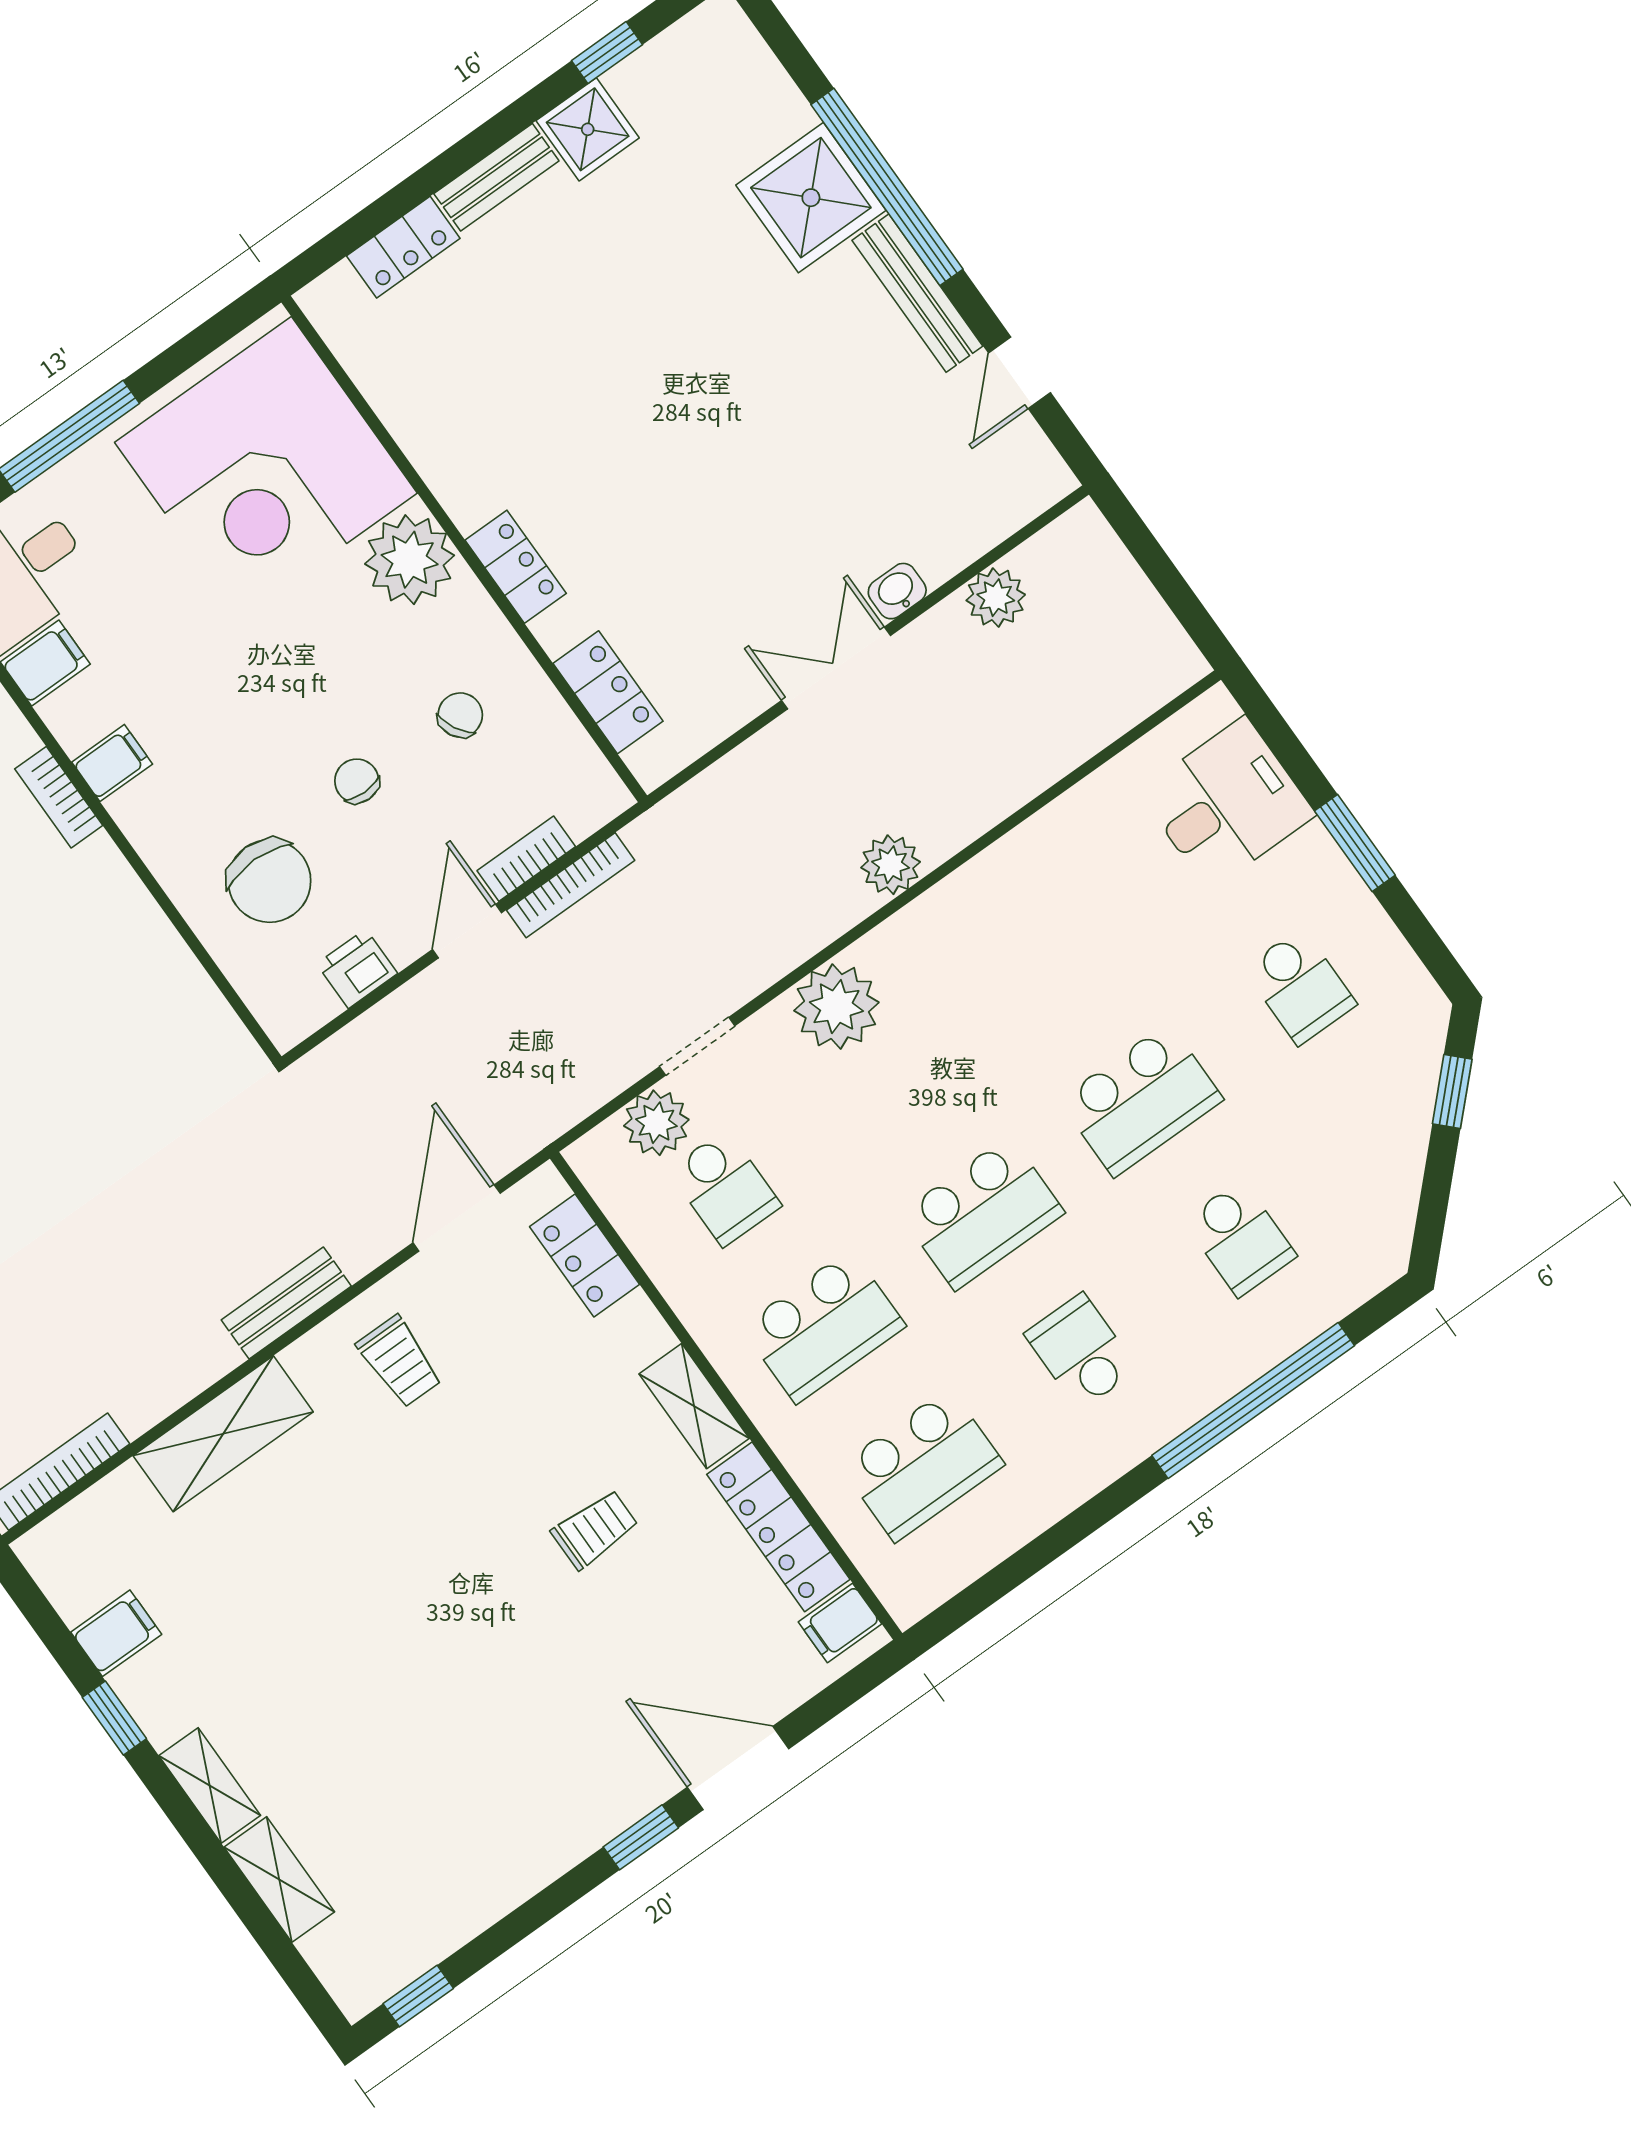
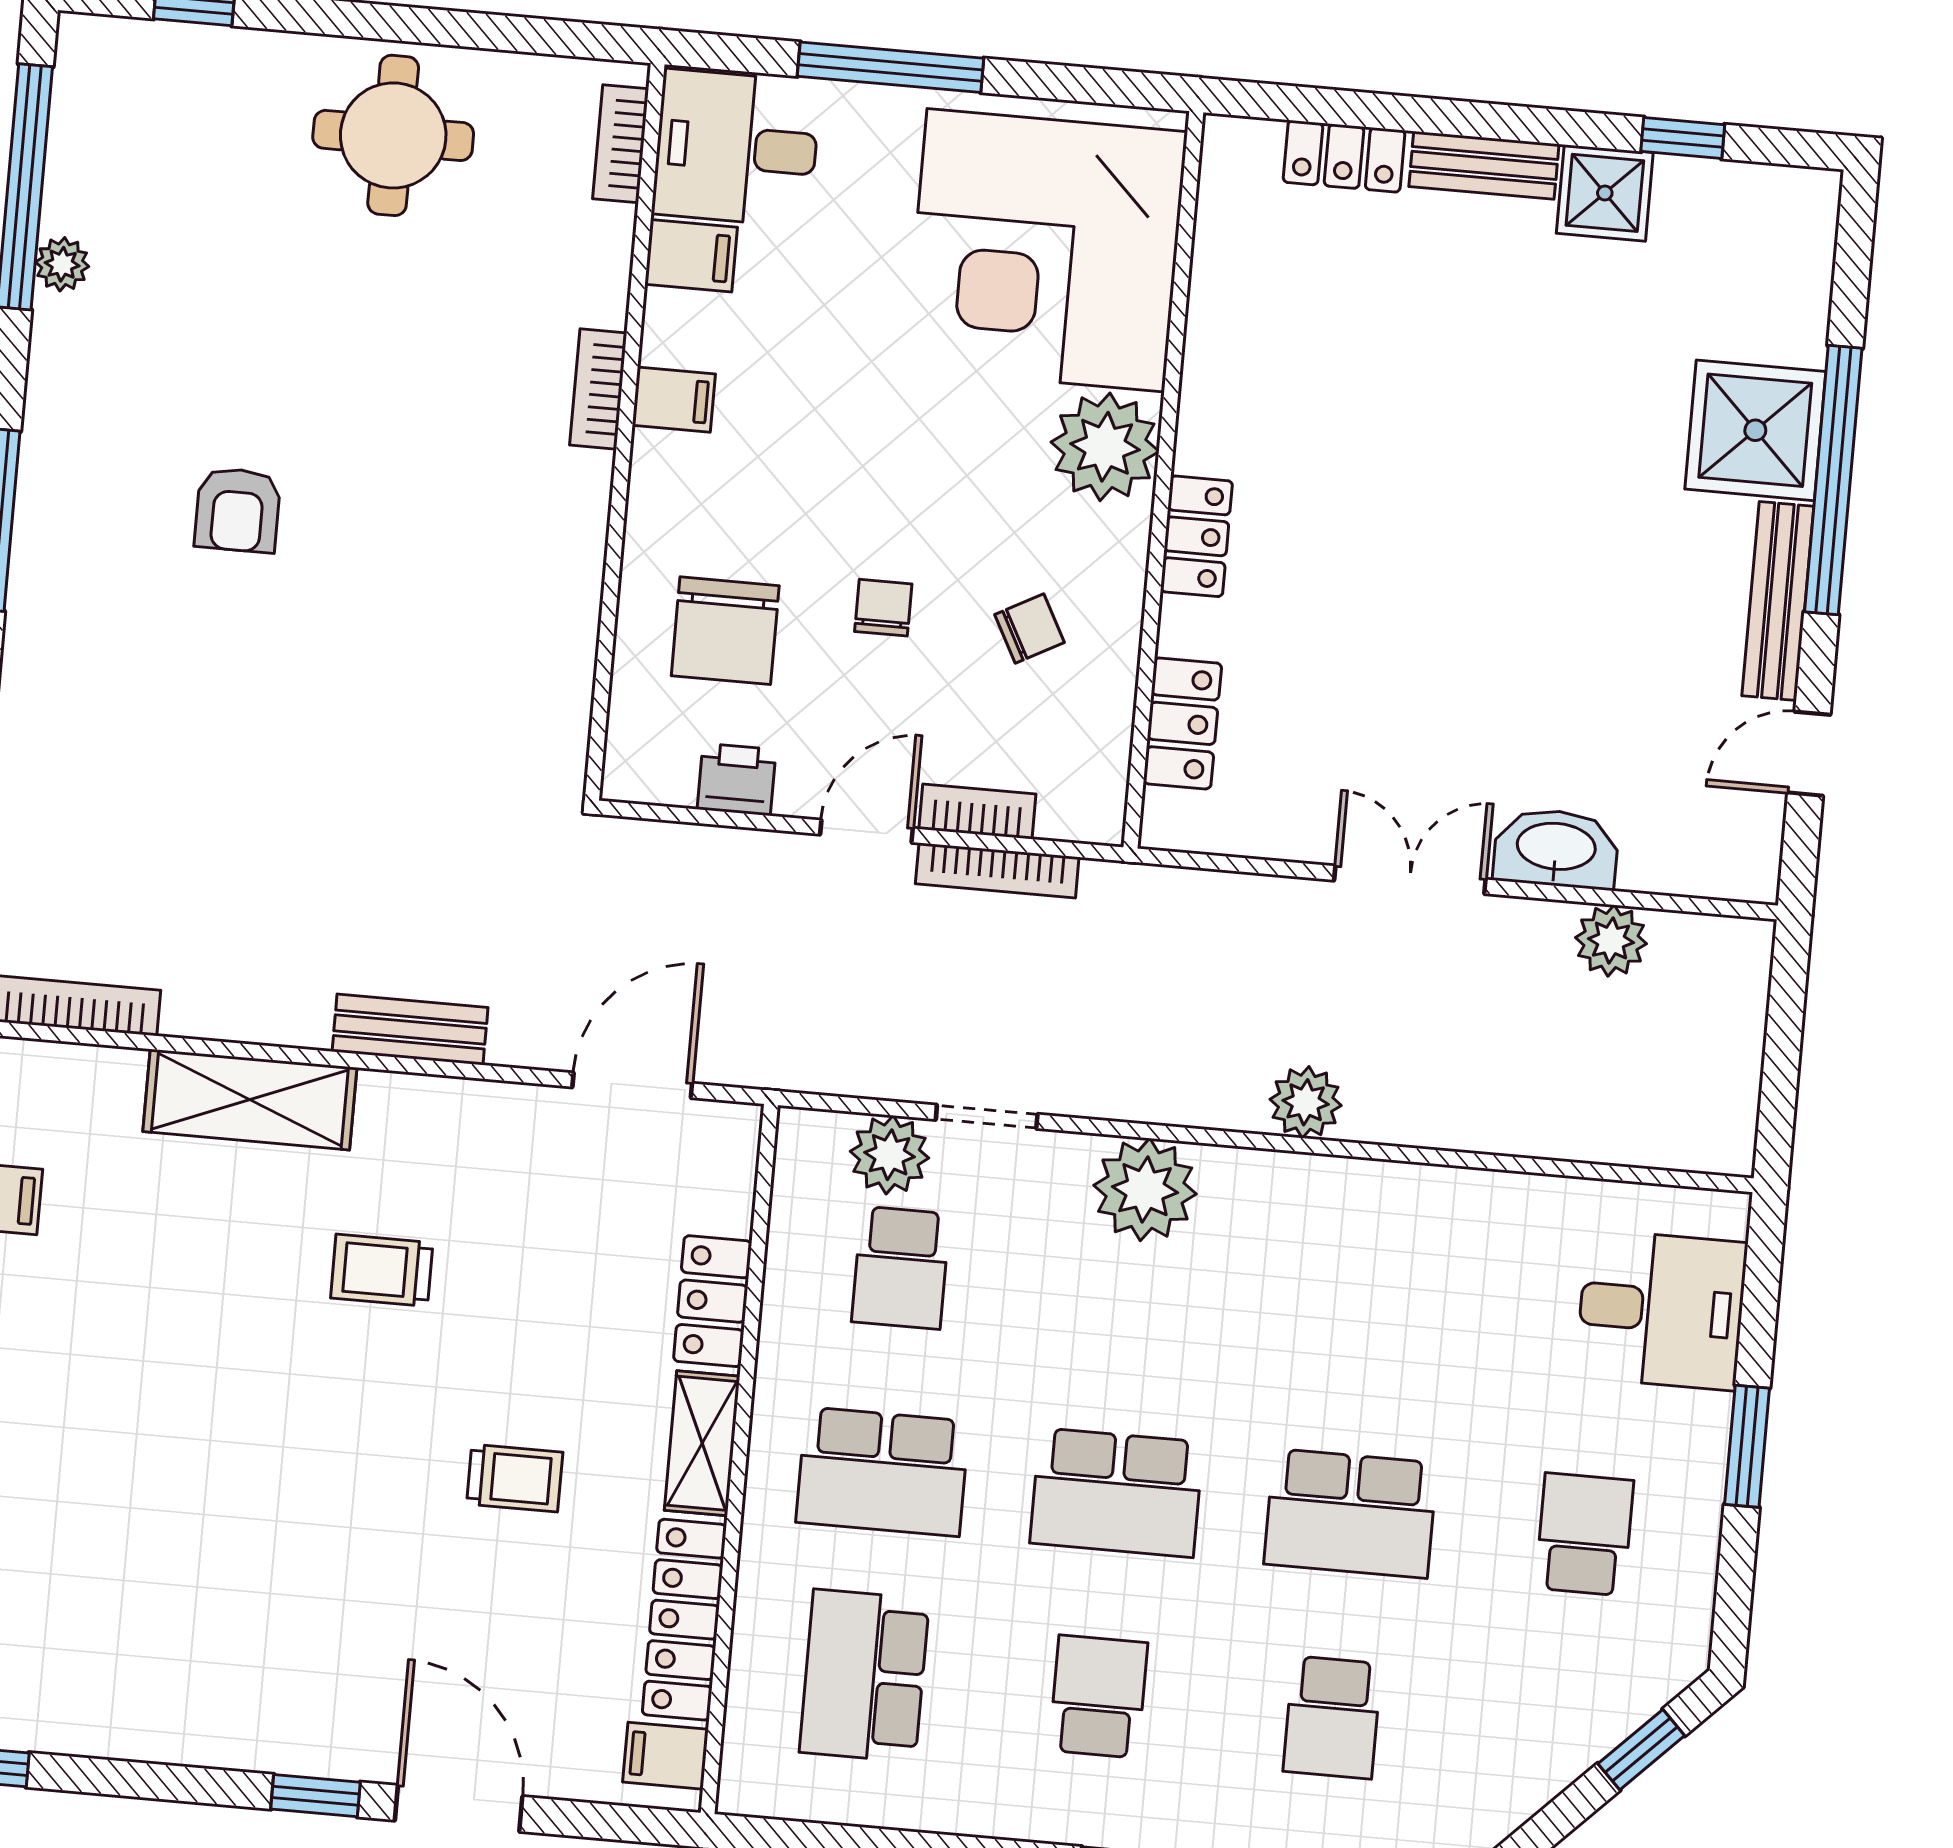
washbasin: (897, 591) -> (1556, 849), width x1.91, depth x1.45
school desk: (1300, 986) -> (1584, 1534), turned 180
locker: (585, 1255) -> (713, 1301), moved
trolley: (400, 1361) -> (382, 1270), moved, turned 90
school desk: (922, 1465) -> (864, 1676), turned 90

